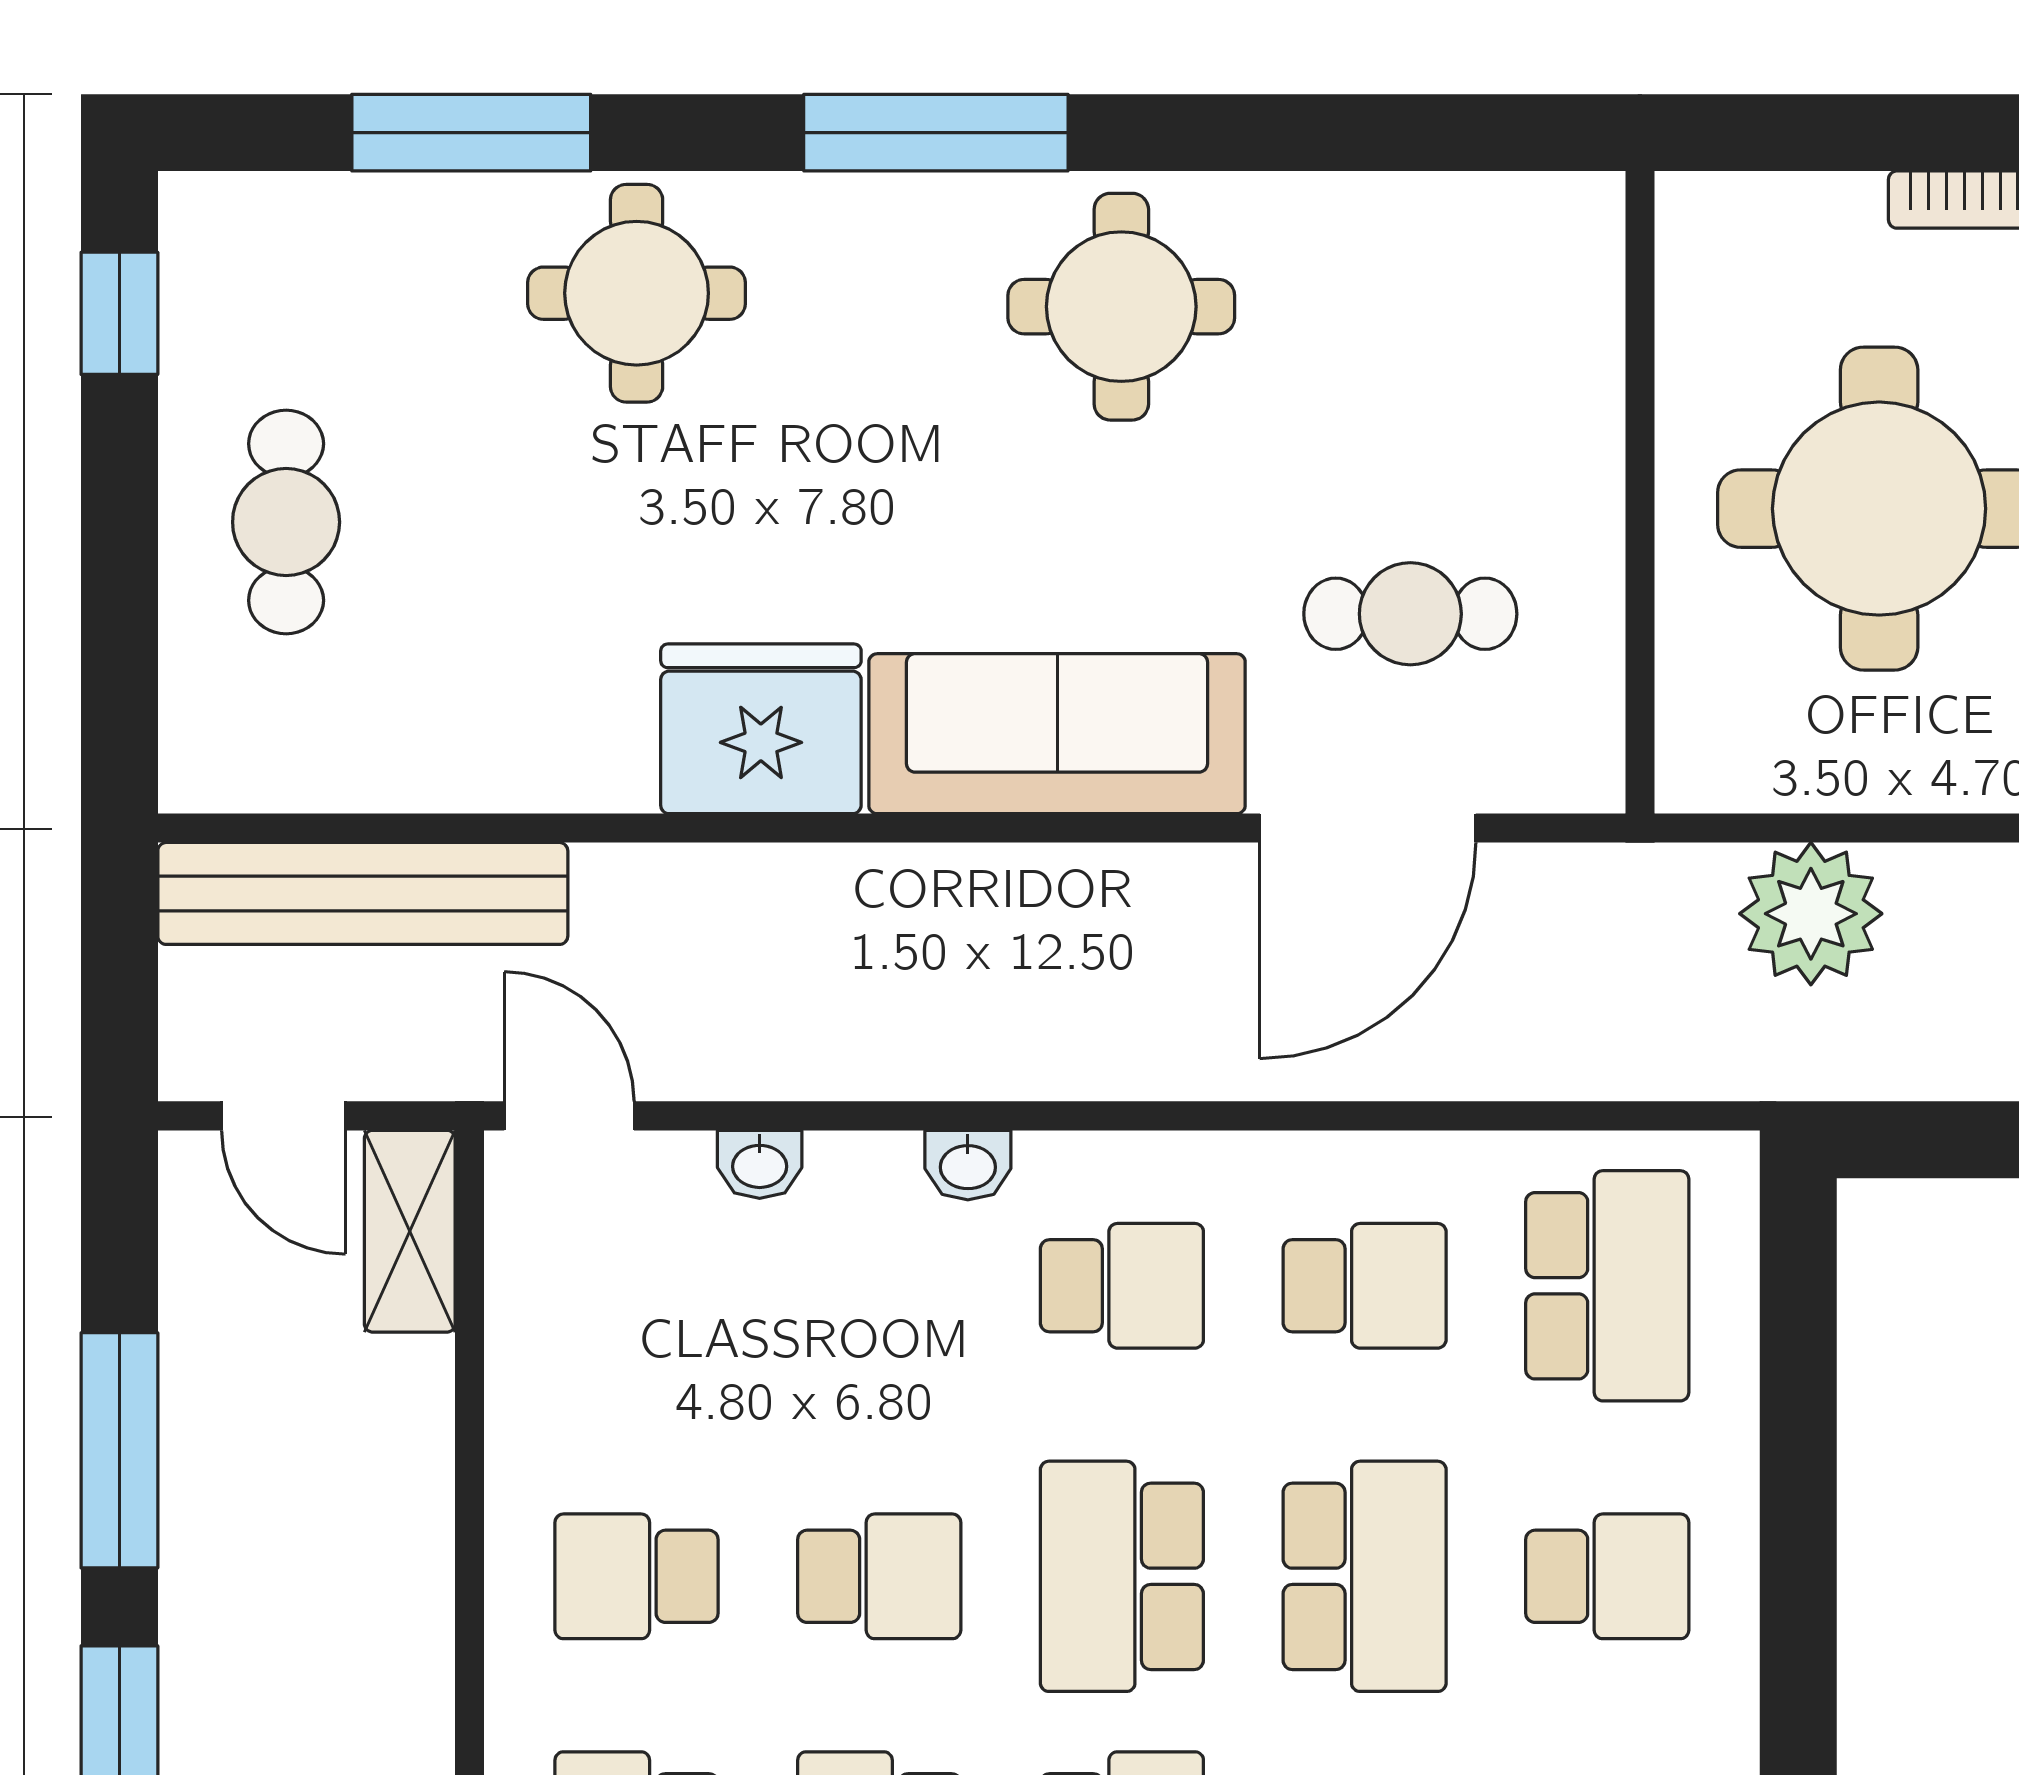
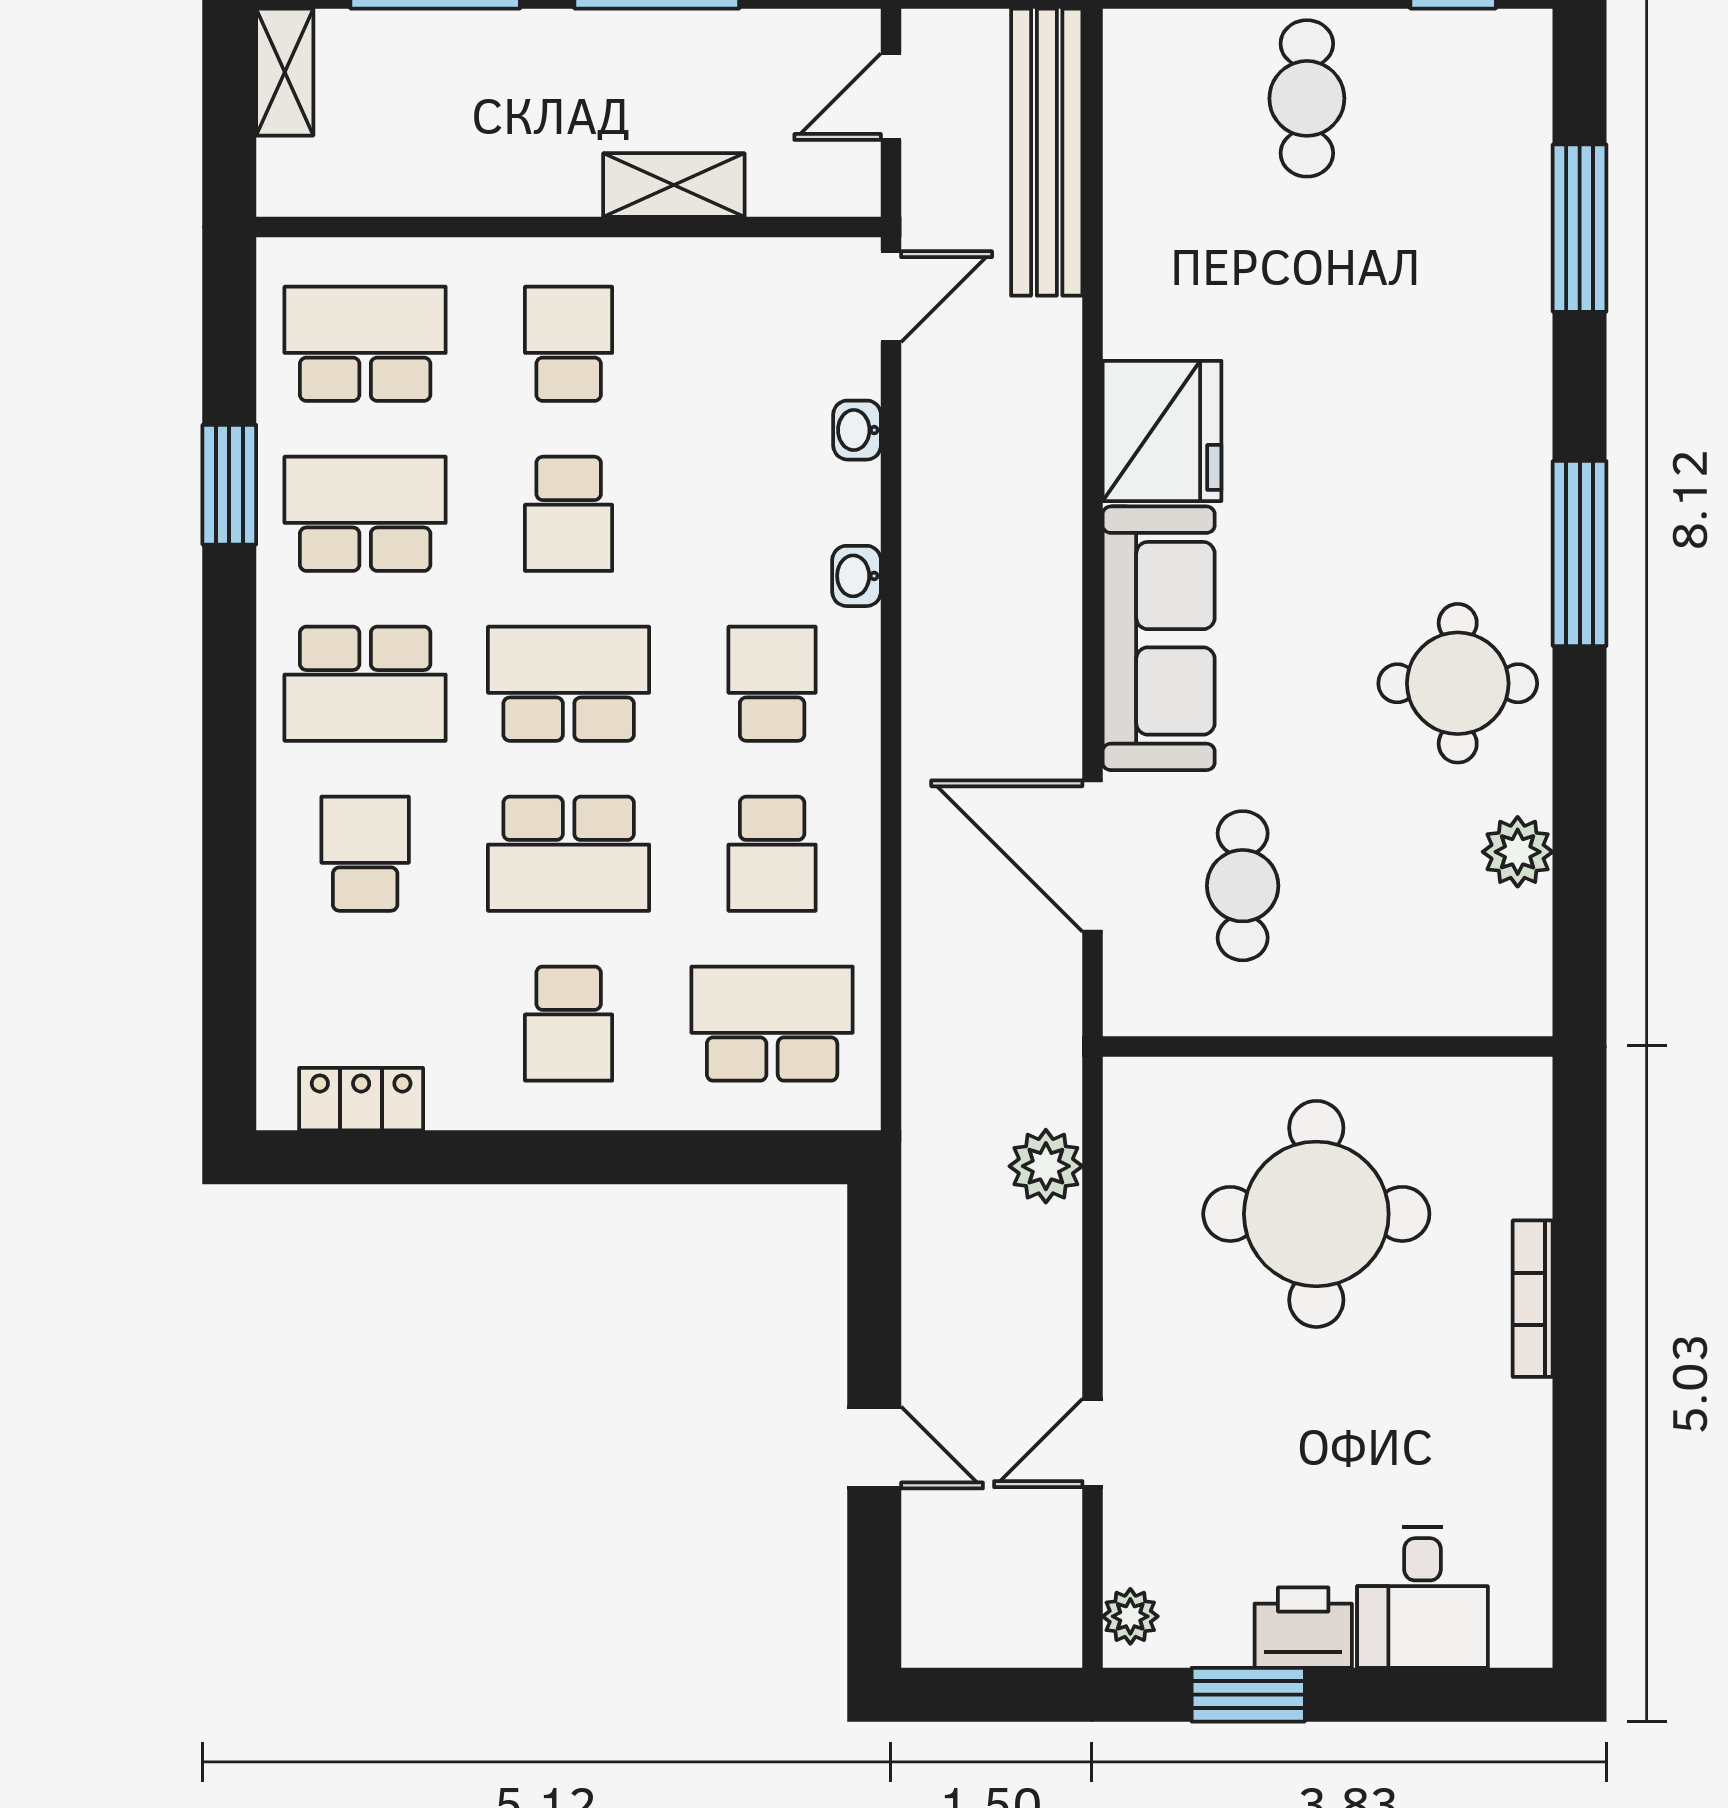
plant: (1362, 221) -> (1518, 852), added
round table: (637, 293) -> (1467, 344), removed
cafe table: (286, 522) -> (1307, 98), turned 90
plant: (1811, 914) -> (1046, 1166), width x0.73, depth x0.73
shelving: (410, 1231) -> (674, 185), moved
school desk: (1122, 1286) -> (772, 684), turned 180
school desk: (1607, 1286) -> (772, 1024), turned 180

